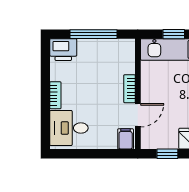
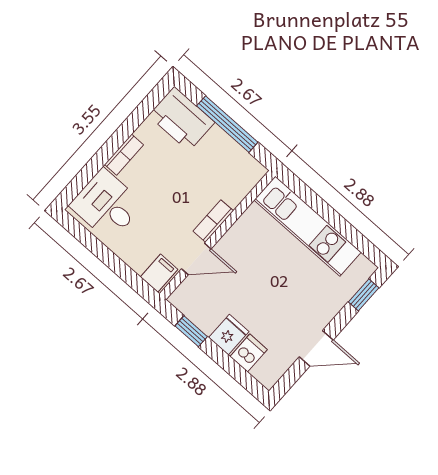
window: (174, 34) -> (317, 204), removed
printer: (63, 50) -> (181, 119), width x1.37, depth x1.19

